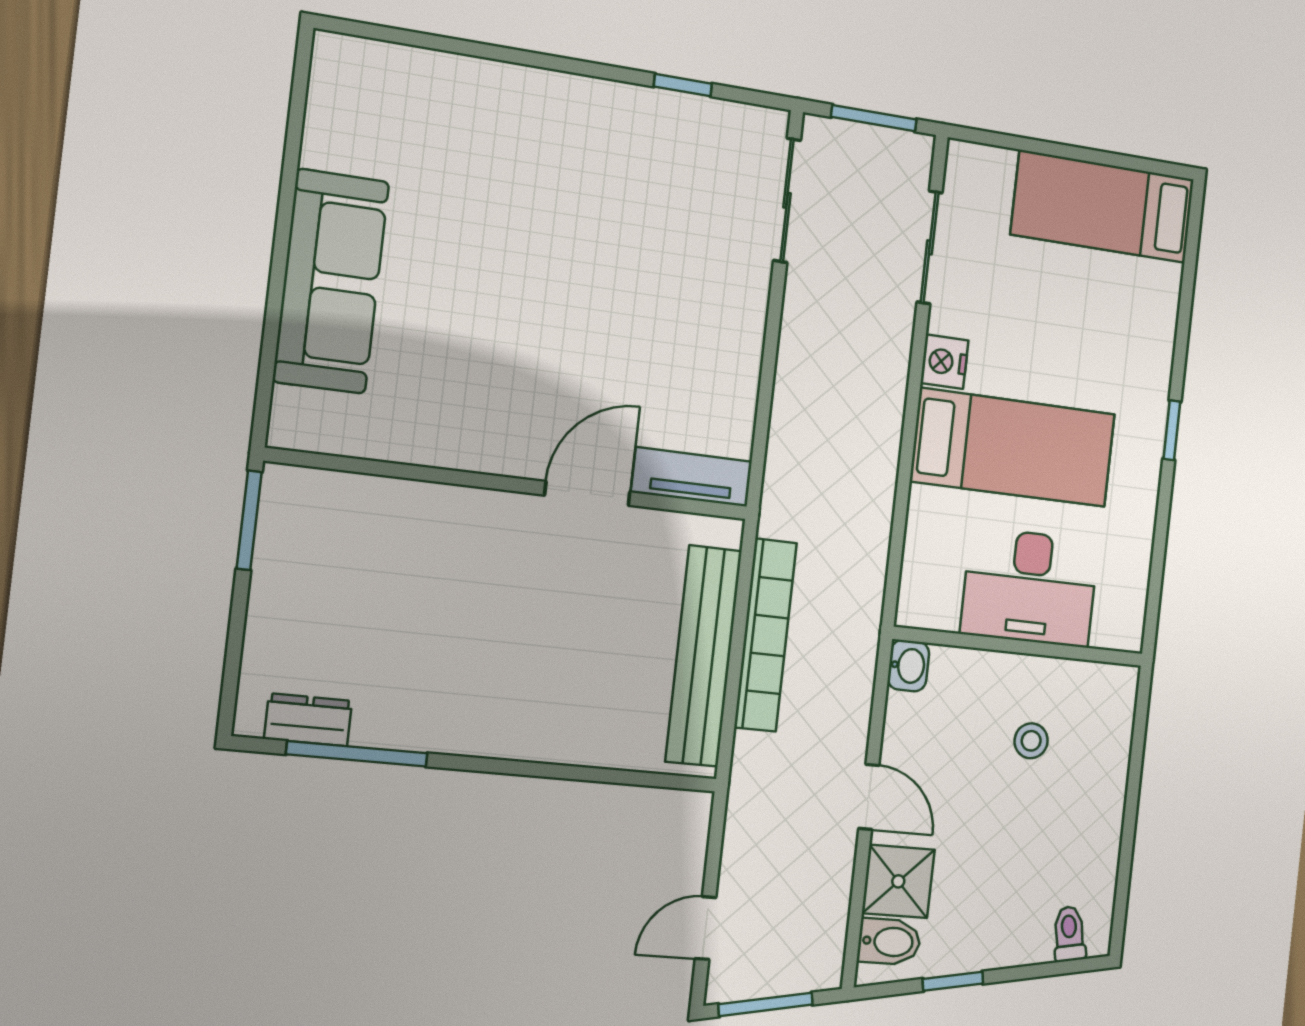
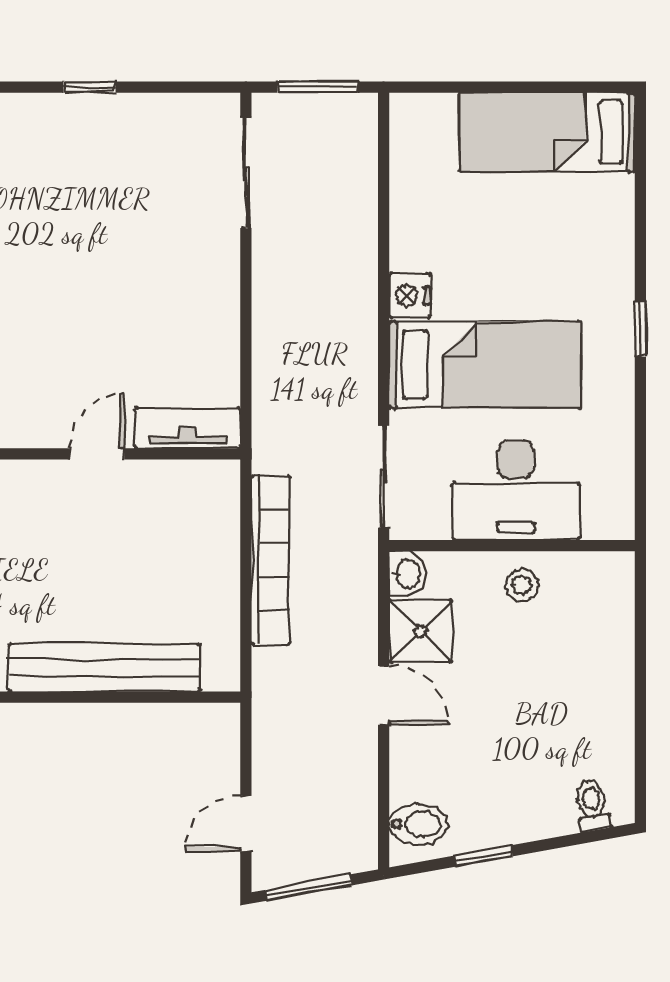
window: (683, 85) -> (90, 87), moved
sliding door: (930, 247) -> (384, 477), moved
door: (587, 493) -> (97, 454), width x0.73
bench: (704, 656) -> (104, 668), moved, turned 90
stool: (1031, 741) -> (522, 585), moved
shower: (898, 881) -> (420, 631), moved

